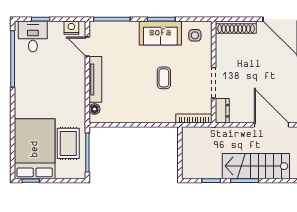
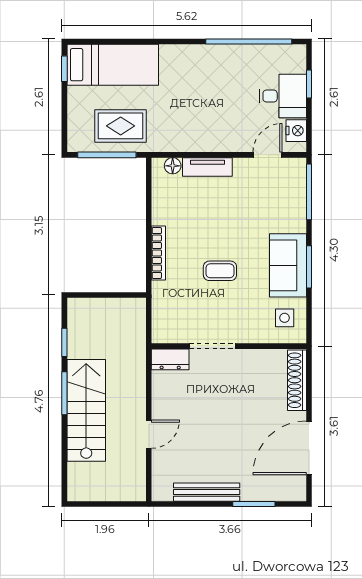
desk: (33, 36) -> (283, 96), moved
tv unit: (95, 79) -> (207, 167), width x0.71
bookcase: (194, 118) -> (158, 253), moved
door: (272, 125) -> (149, 434), width x0.53
bed: (35, 149) -> (113, 65), width x0.67

